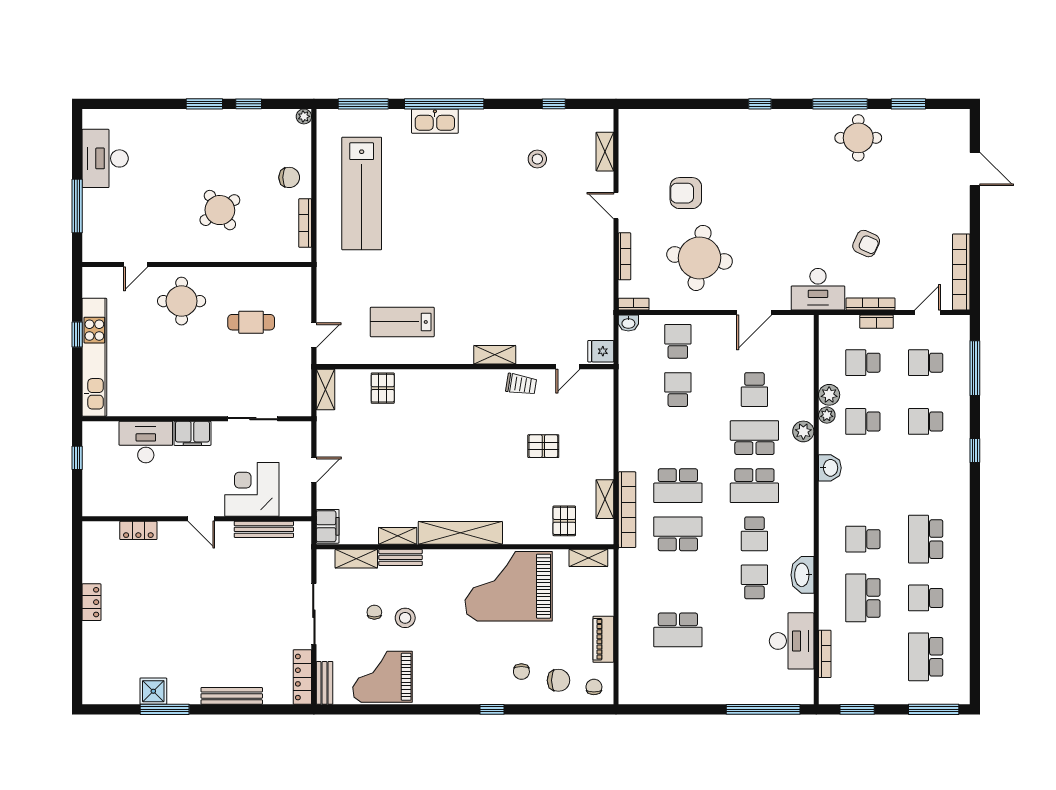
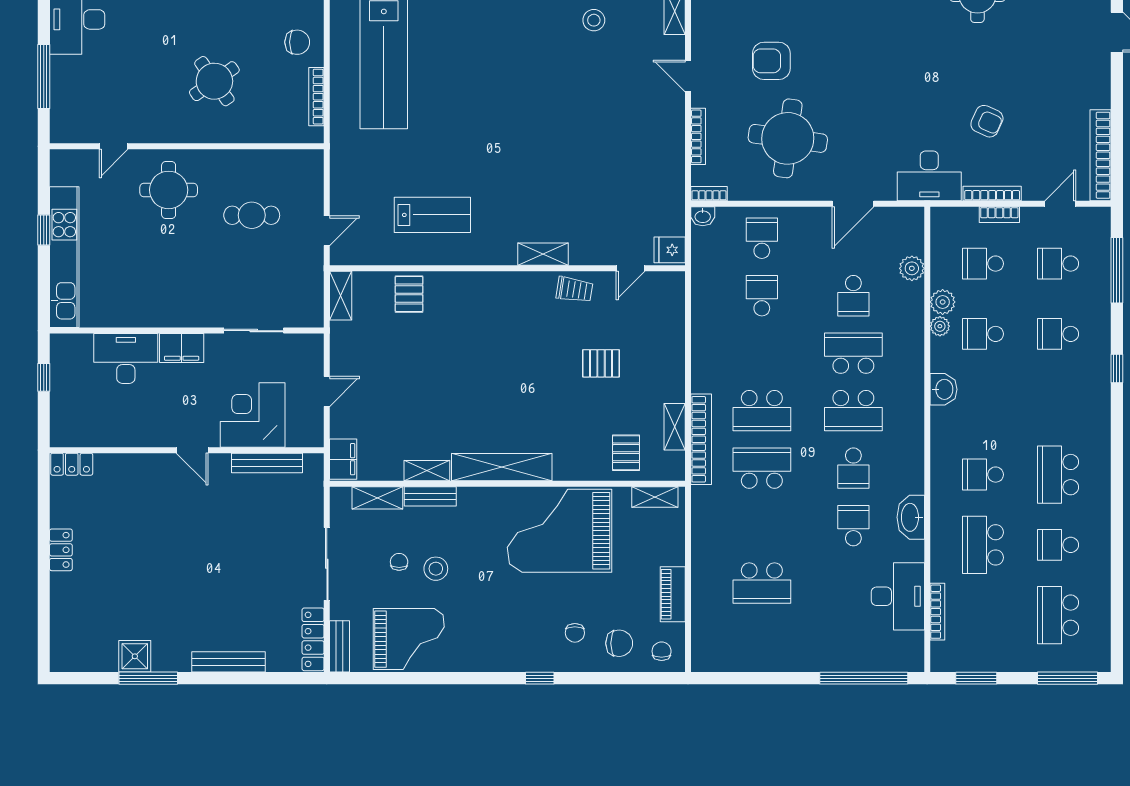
lab bench: (402, 322) -> (432, 215), turned 180
plant: (803, 431) -> (912, 268), moved
locker: (138, 530) -> (72, 464), moved
grand piano: (383, 677) -> (409, 639), turned 180

